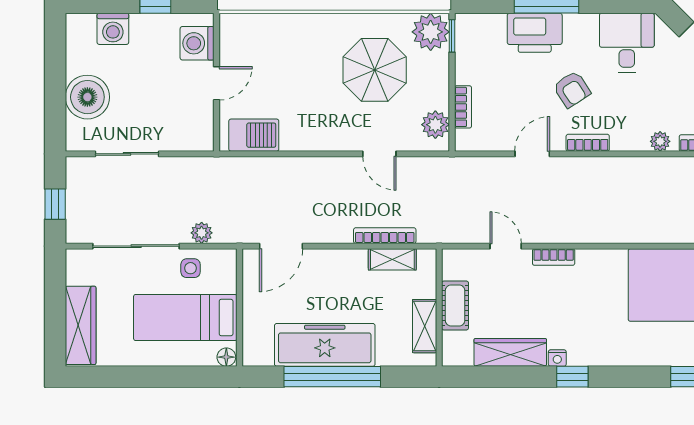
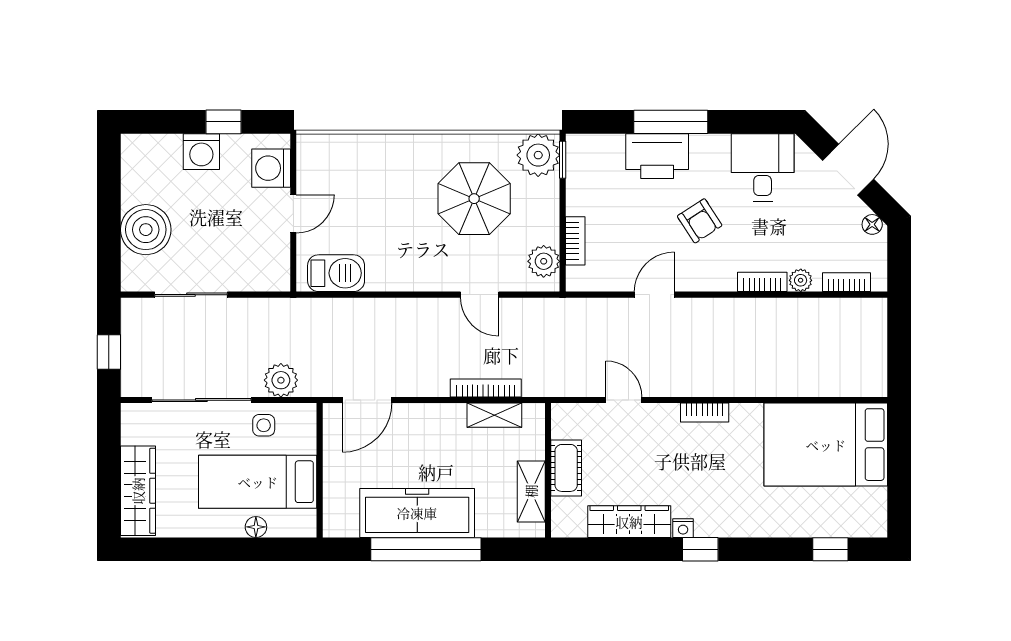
washing machine: (113, 29) -> (201, 152), moved
bookcase: (588, 143) -> (762, 282), moved
plant: (202, 233) -> (281, 380), width x1.38, depth x1.38
bookcase: (554, 257) -> (705, 413), moved
floor lamp: (226, 357) -> (256, 527), moved

